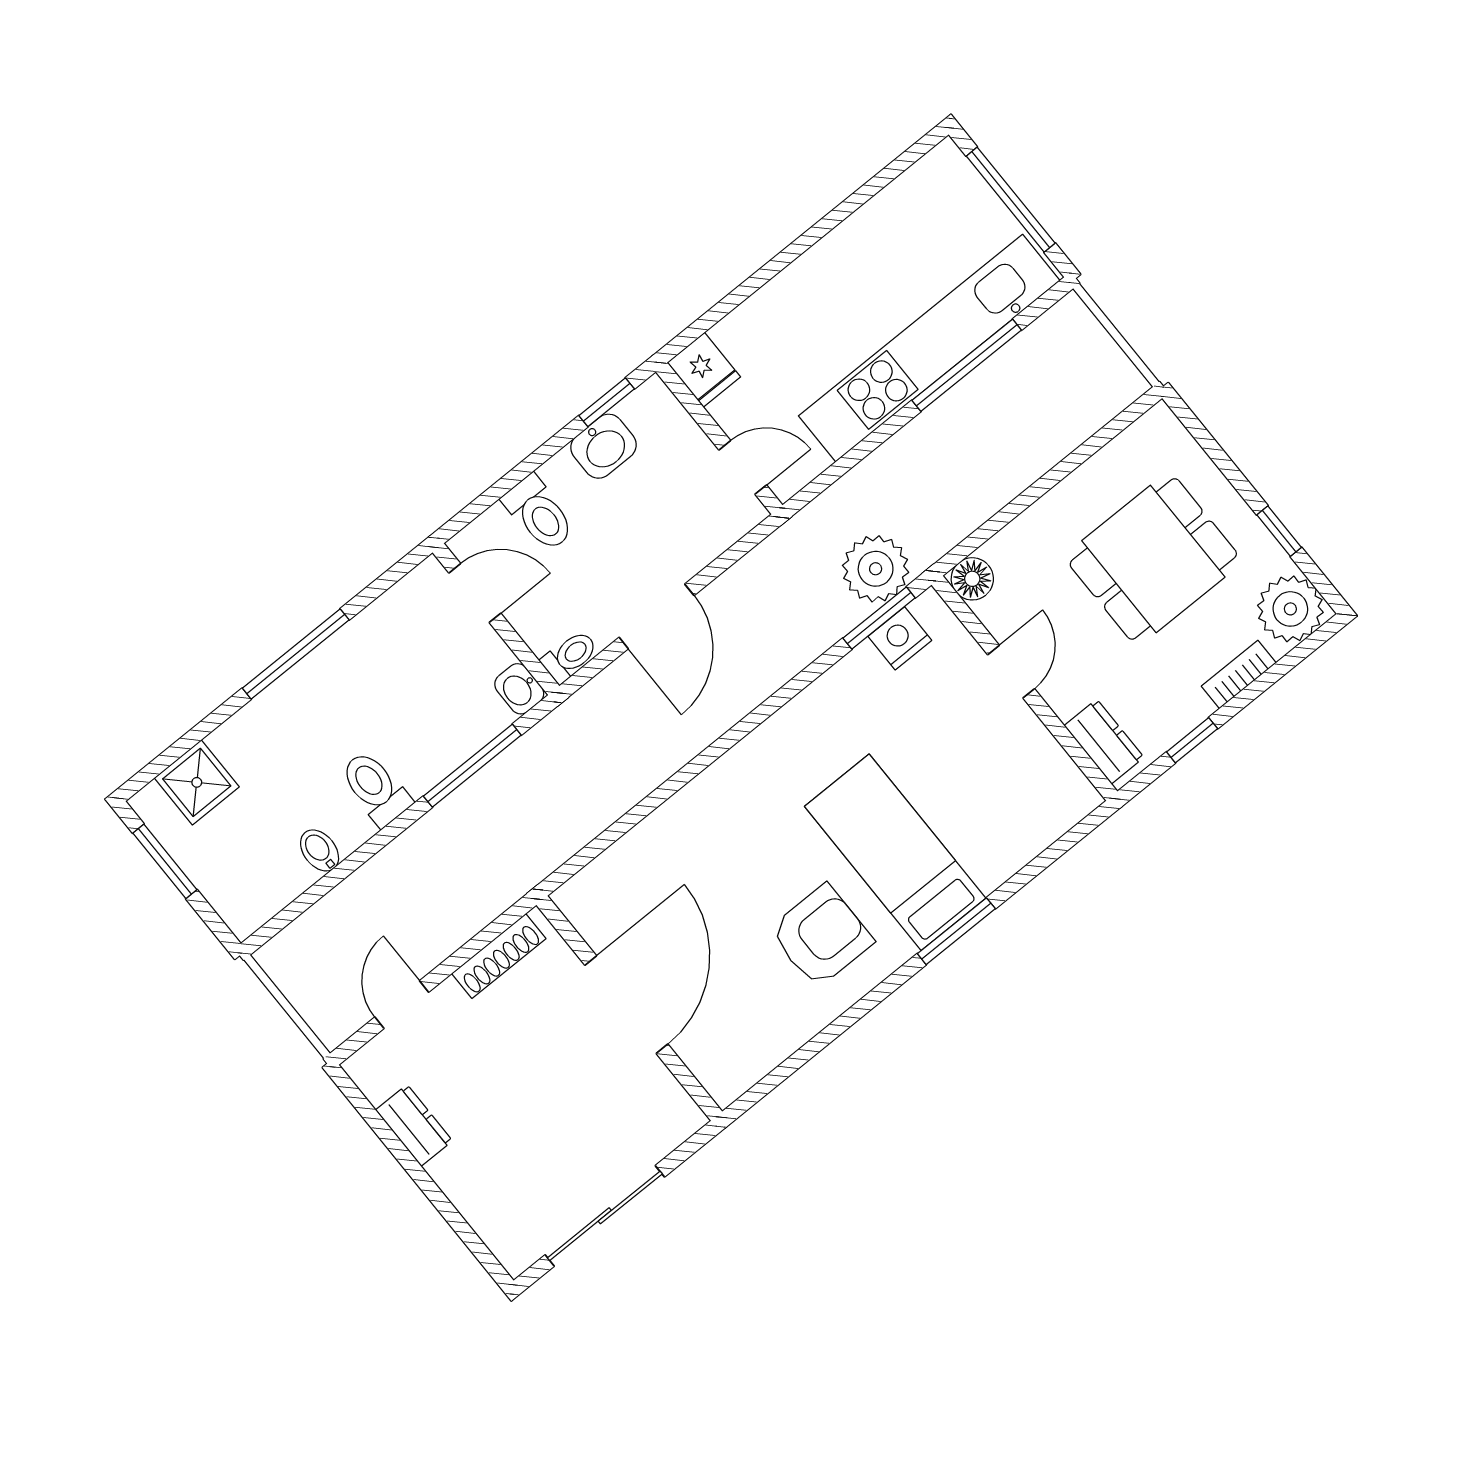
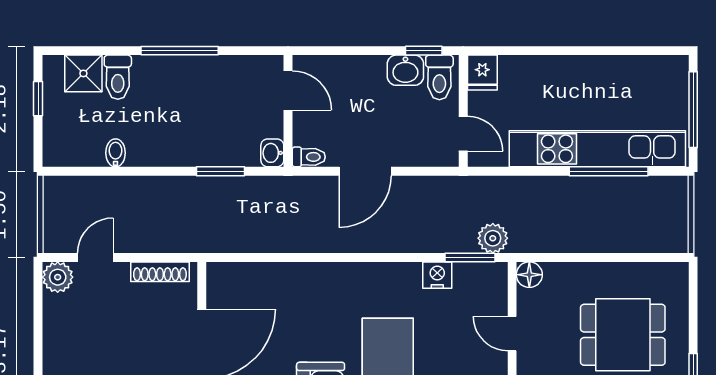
toilet: (539, 513) -> (439, 77), moved
plant: (876, 569) -> (493, 238), width x0.73, depth x0.73
nightstand: (900, 638) -> (437, 275), moved
door: (1011, 672) -> (512, 334), swing flipped
window: (472, 766) -> (221, 171), width x0.69
toilet: (375, 788) -> (118, 77), moved, turned 180
window: (165, 861) -> (38, 99), width x0.67
plant: (374, 1068) -> (58, 277), added
dresser: (414, 1125) -> (55, 319), removed

